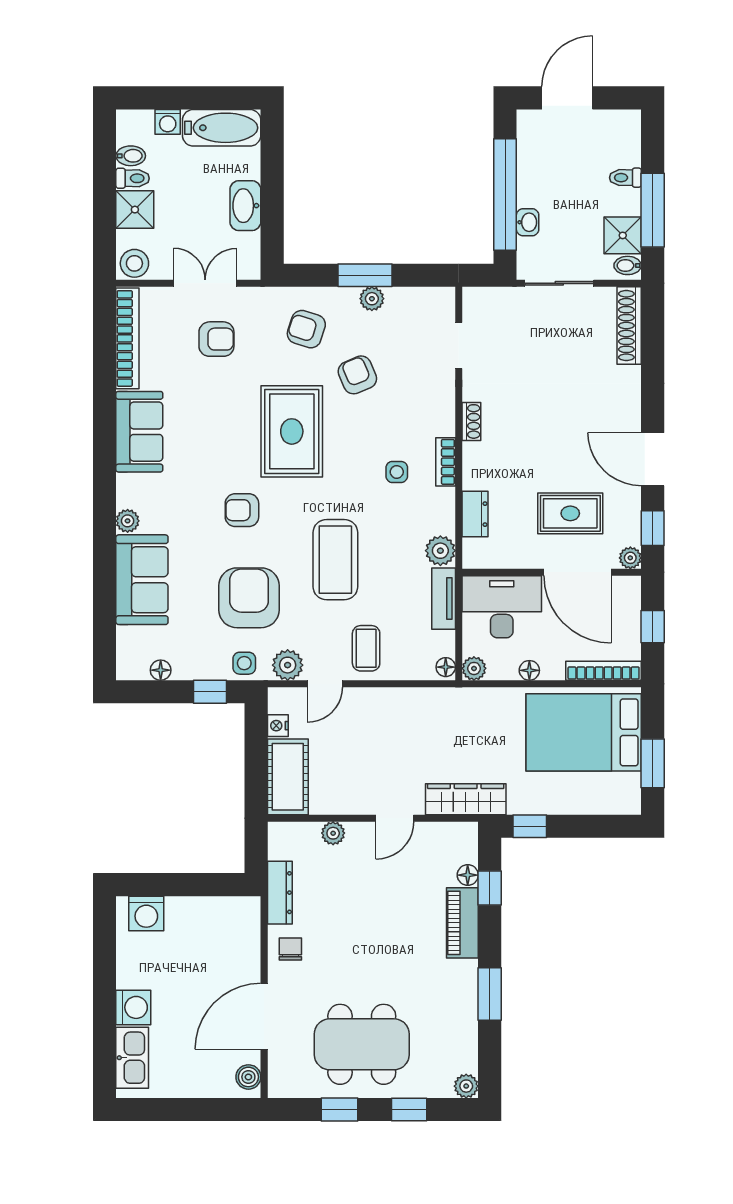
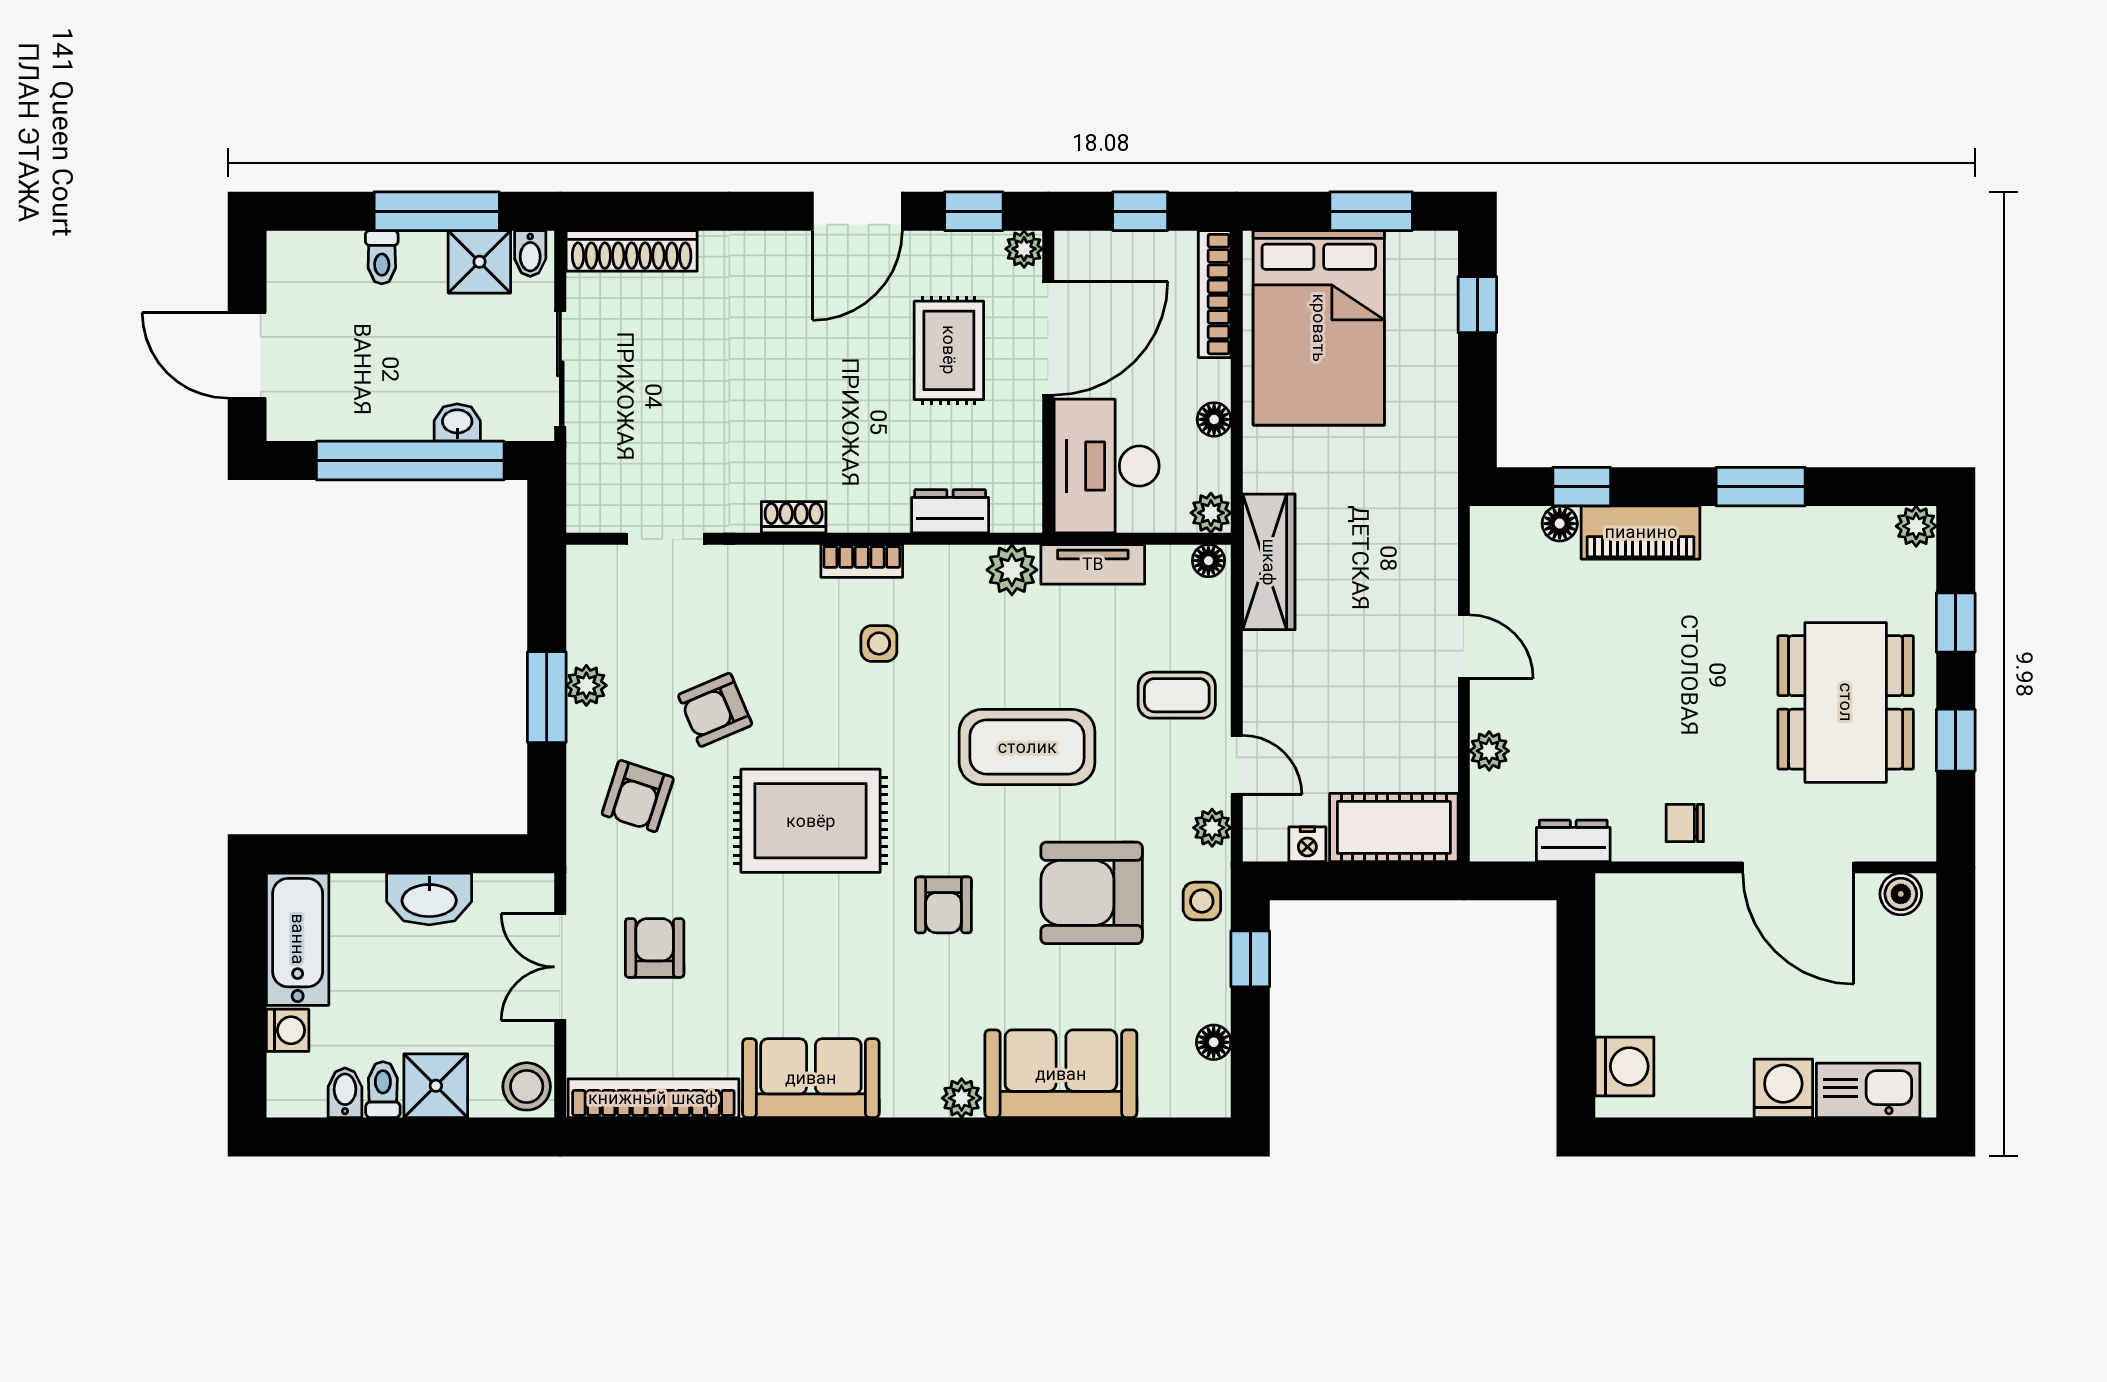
plant: (288, 665) -> (1212, 828), width x0.73, depth x0.73
wardrobe: (466, 799) -> (1269, 562), moved, turned 180
window: (530, 826) -> (1477, 305), moved
dresser: (280, 893) -> (1573, 841), width x0.70

